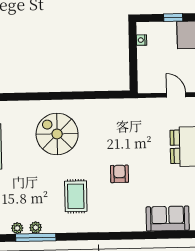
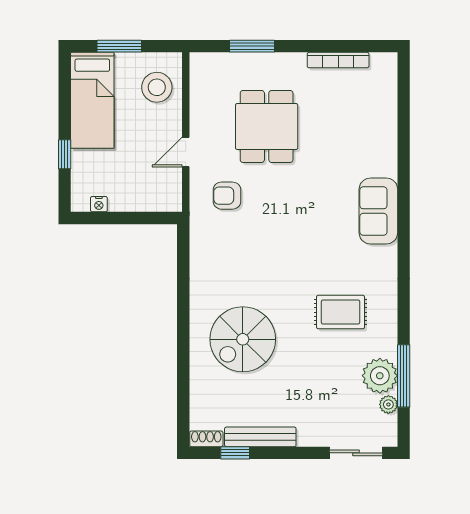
armchair: (119, 174) -> (227, 196), moved
sofa: (168, 219) -> (378, 211), moved
plant: (36, 228) -> (380, 376), width x1.87, depth x1.87

